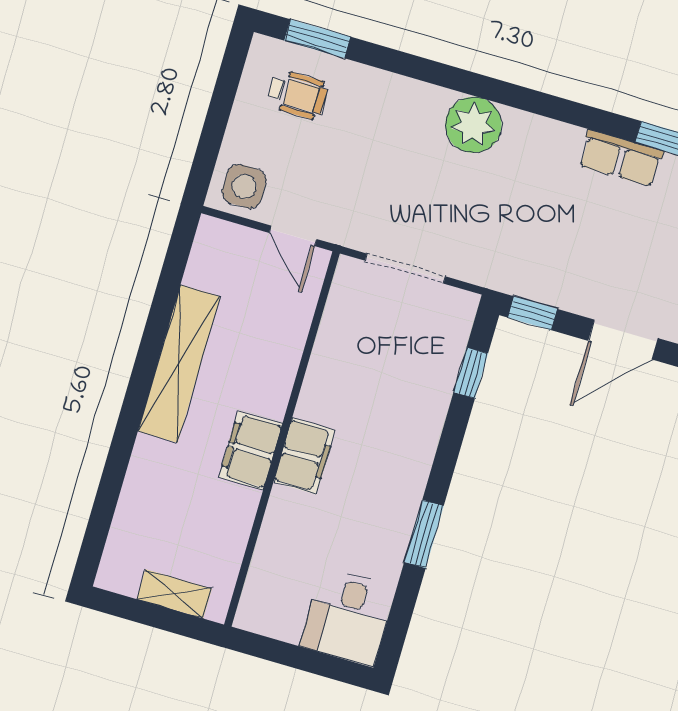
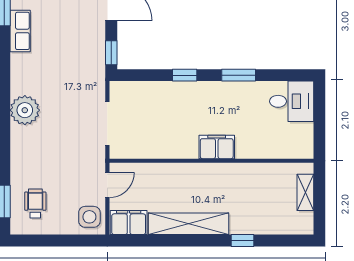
window: (471, 373) -> (185, 75), moved
filing cabinet: (251, 451) -> (129, 223), moved, turned 180
window: (120, 453) -> (242, 240), added

